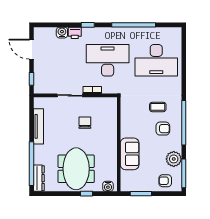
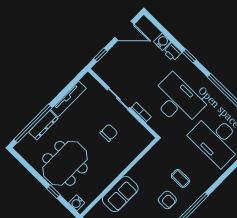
door: (31, 49) -> (124, 31), swing flipped
dresser: (39, 178) -> (43, 125), moved

